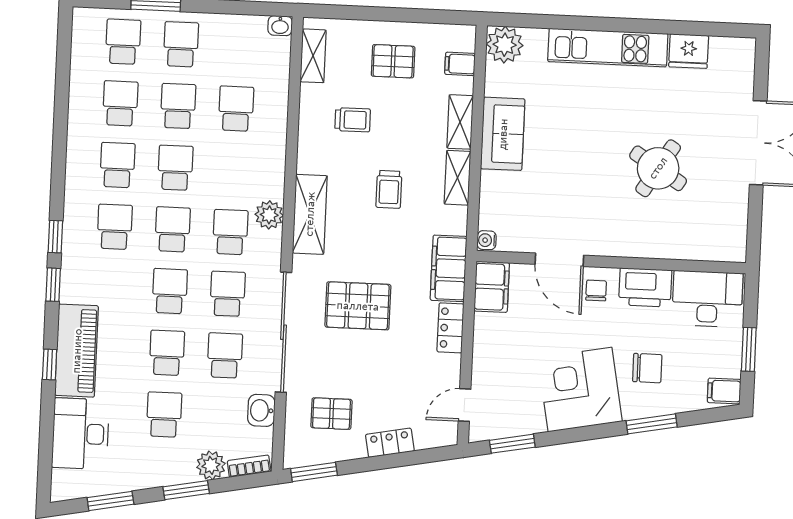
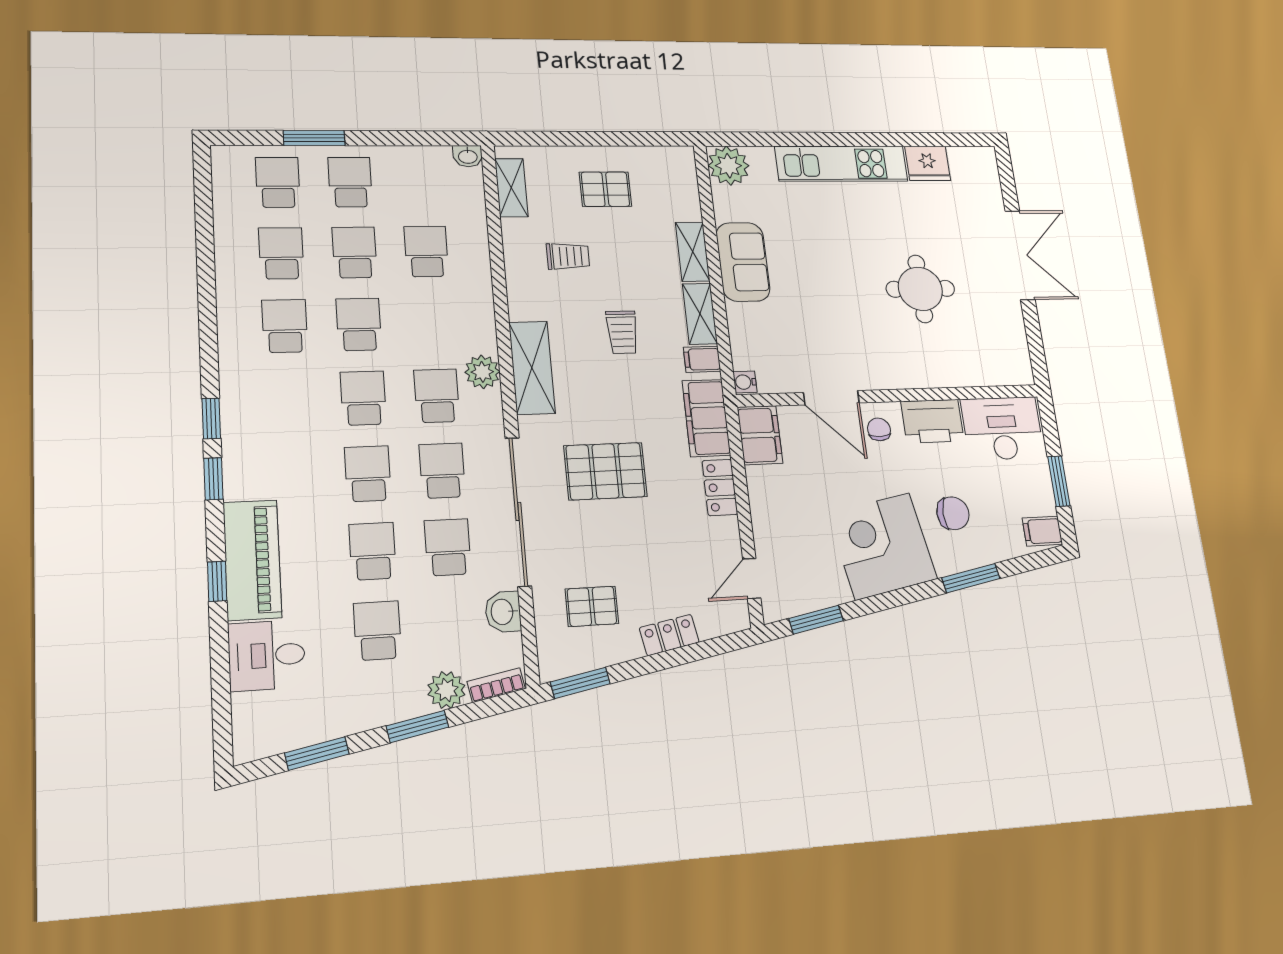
filing cabinet: (460, 64) -> (702, 359), moved
round table: (658, 168) -> (920, 289), turned -32
school desk: (115, 227) -> (288, 401), removed
desk: (80, 434) -> (267, 655), width x0.73

